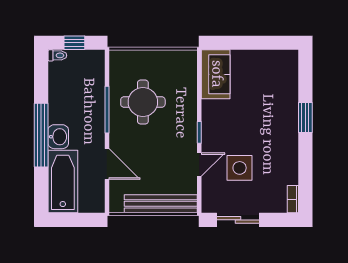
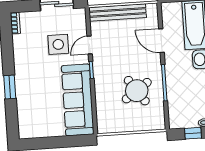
sofa: (216, 74) -> (78, 100), width x1.85, depth x1.27
round table: (143, 102) -> (137, 91), turned -35

